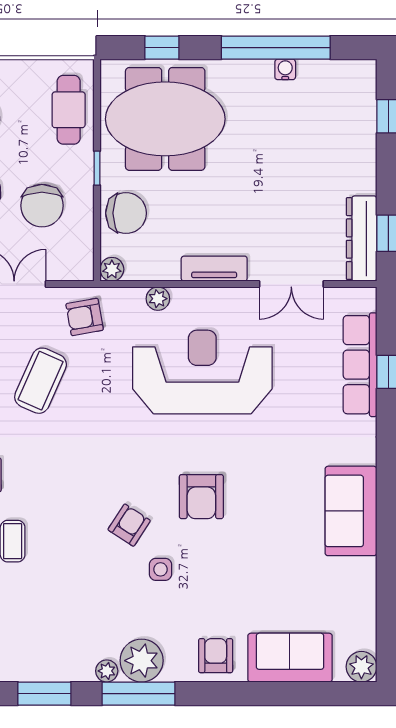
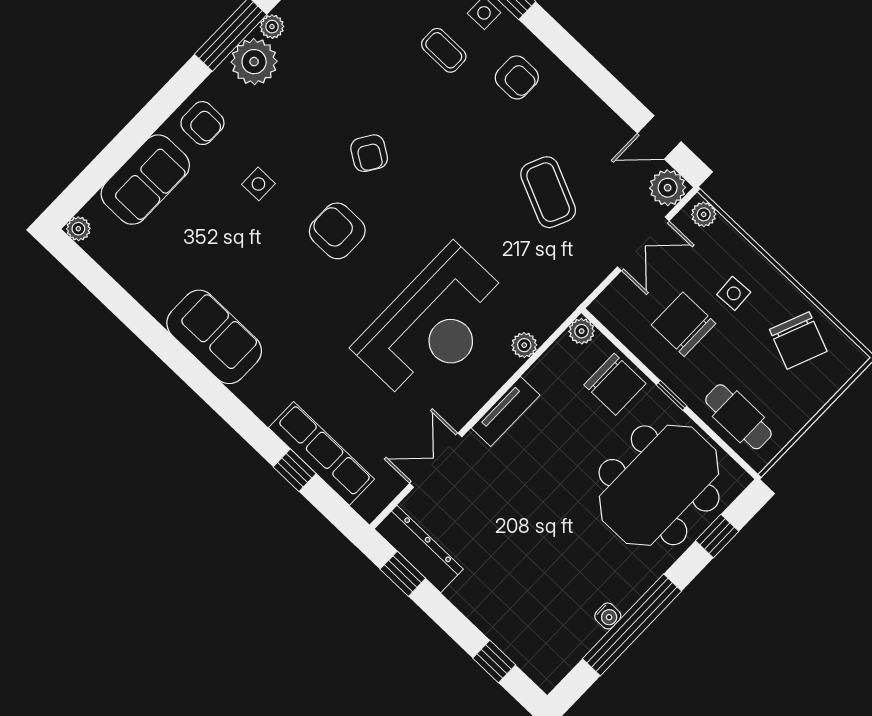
chair: (126, 213) -> (615, 384), turned -90
armchair: (85, 317) -> (565, 274), removed
side table: (160, 569) -> (258, 184), moved
plant: (361, 667) -> (78, 229), width x0.73, depth x0.73

